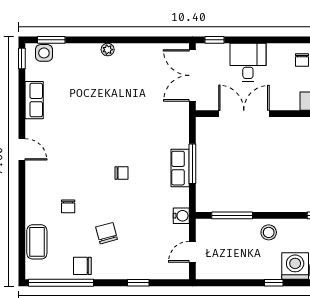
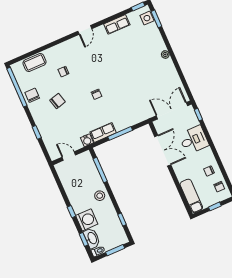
row of seats: (180, 168) -> (103, 132), moved

